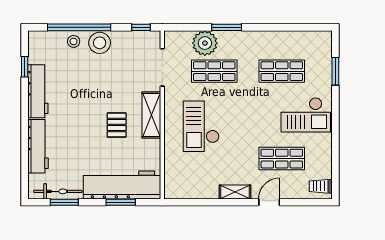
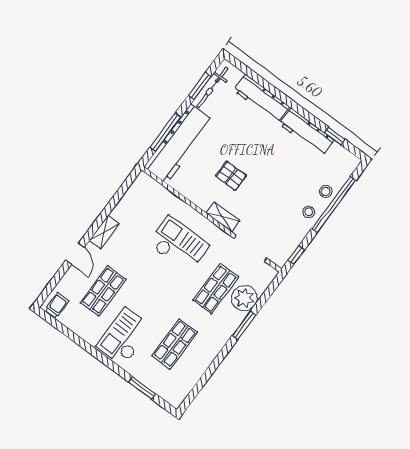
stool: (100, 43) -> (309, 212), width x0.53, depth x0.53
shelving: (151, 115) -> (223, 217), width x0.67, depth x0.75
window: (121, 202) -> (165, 132), width x1.44

